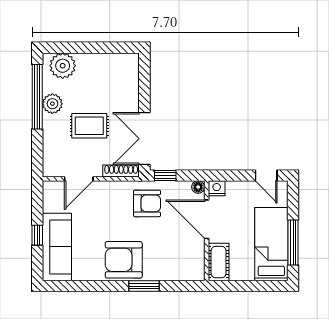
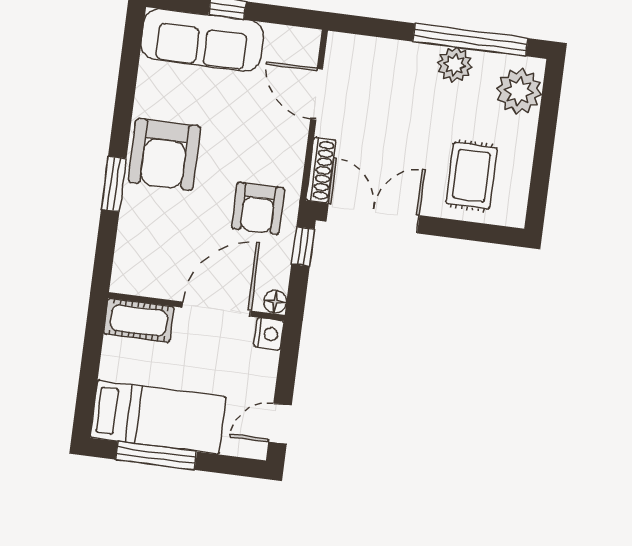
rug: (89, 126) -> (472, 176), moved
armchair: (124, 260) -> (164, 154), turned 180

